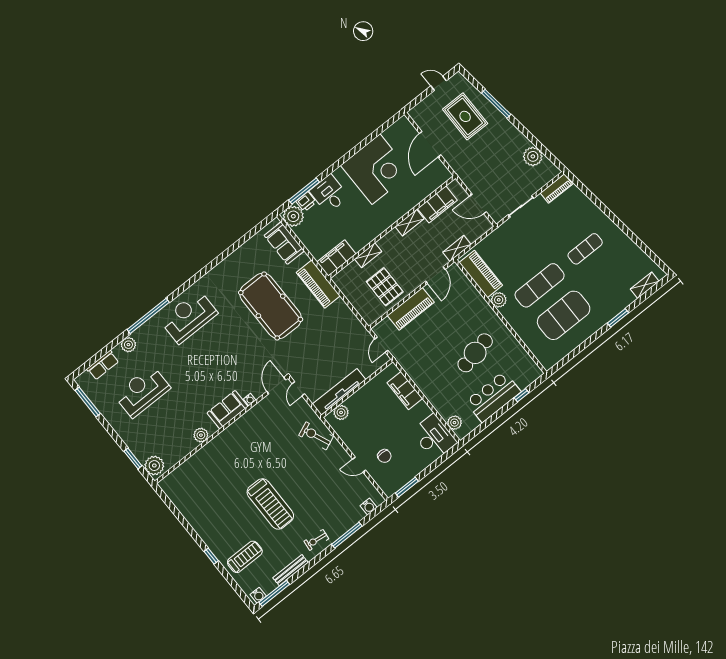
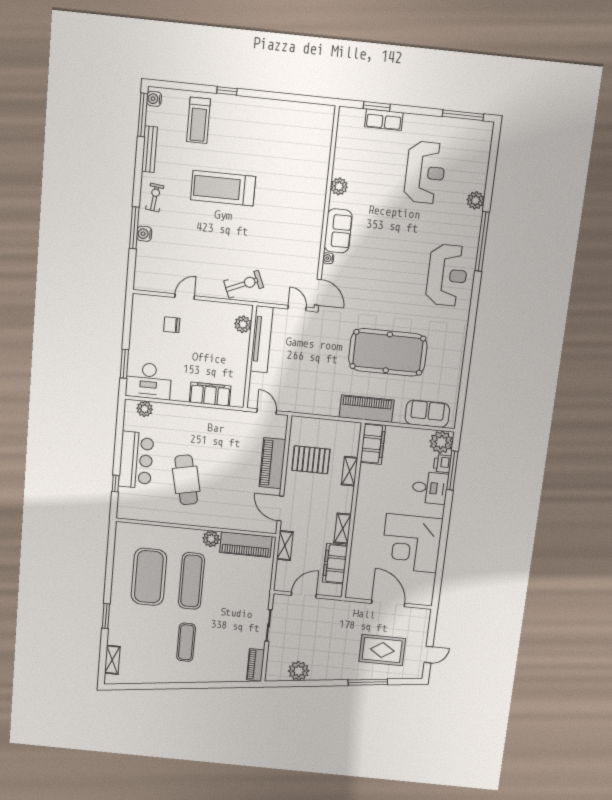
row of seats: (103, 365) -> (384, 120), moved, turned -90
plant: (154, 466) -> (353, 119), removed
window: (407, 487) -> (124, 364), moved
water cooler: (369, 507) -> (144, 234), moved

